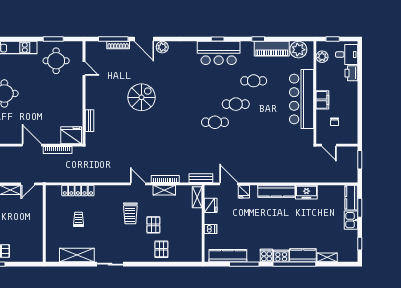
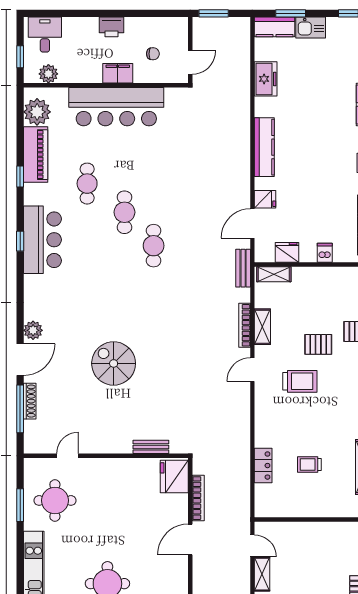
printer: (351, 73) -> (111, 27), moved
locker: (78, 191) -> (263, 466), width x0.66
freezer: (306, 192) -> (266, 79), moved

